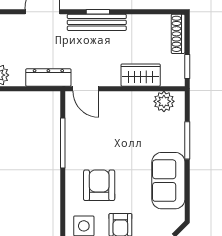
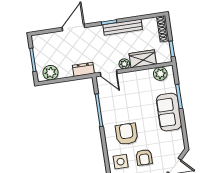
bench: (97, 22) -> (123, 27), moved
dresser: (48, 78) -> (83, 69), width x0.70
plant: (112, 78) -> (124, 64), added
sofa: (168, 181) -> (169, 112), moved

